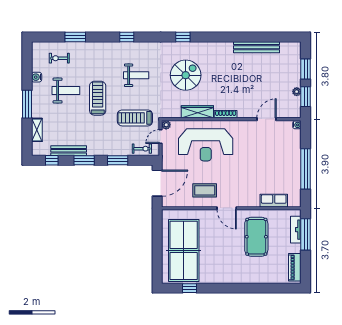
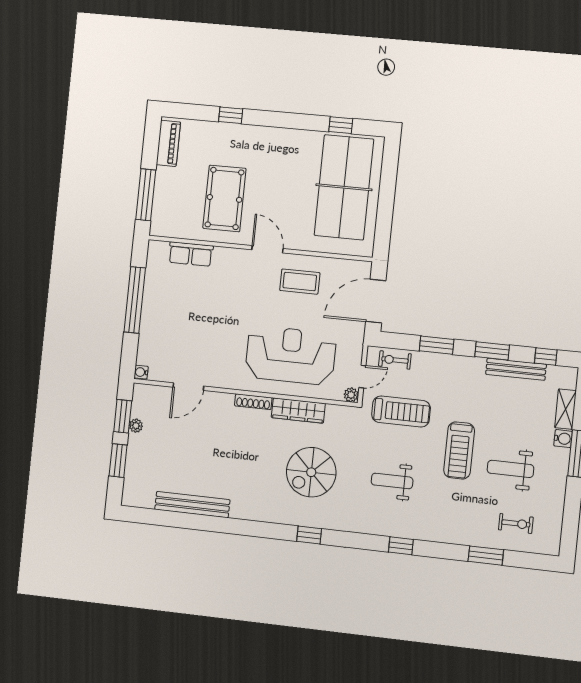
water cooler: (37, 77) -> (563, 439), moved
tv unit: (296, 230) -> (160, 204), removed
window: (258, 288) -> (231, 115), added

